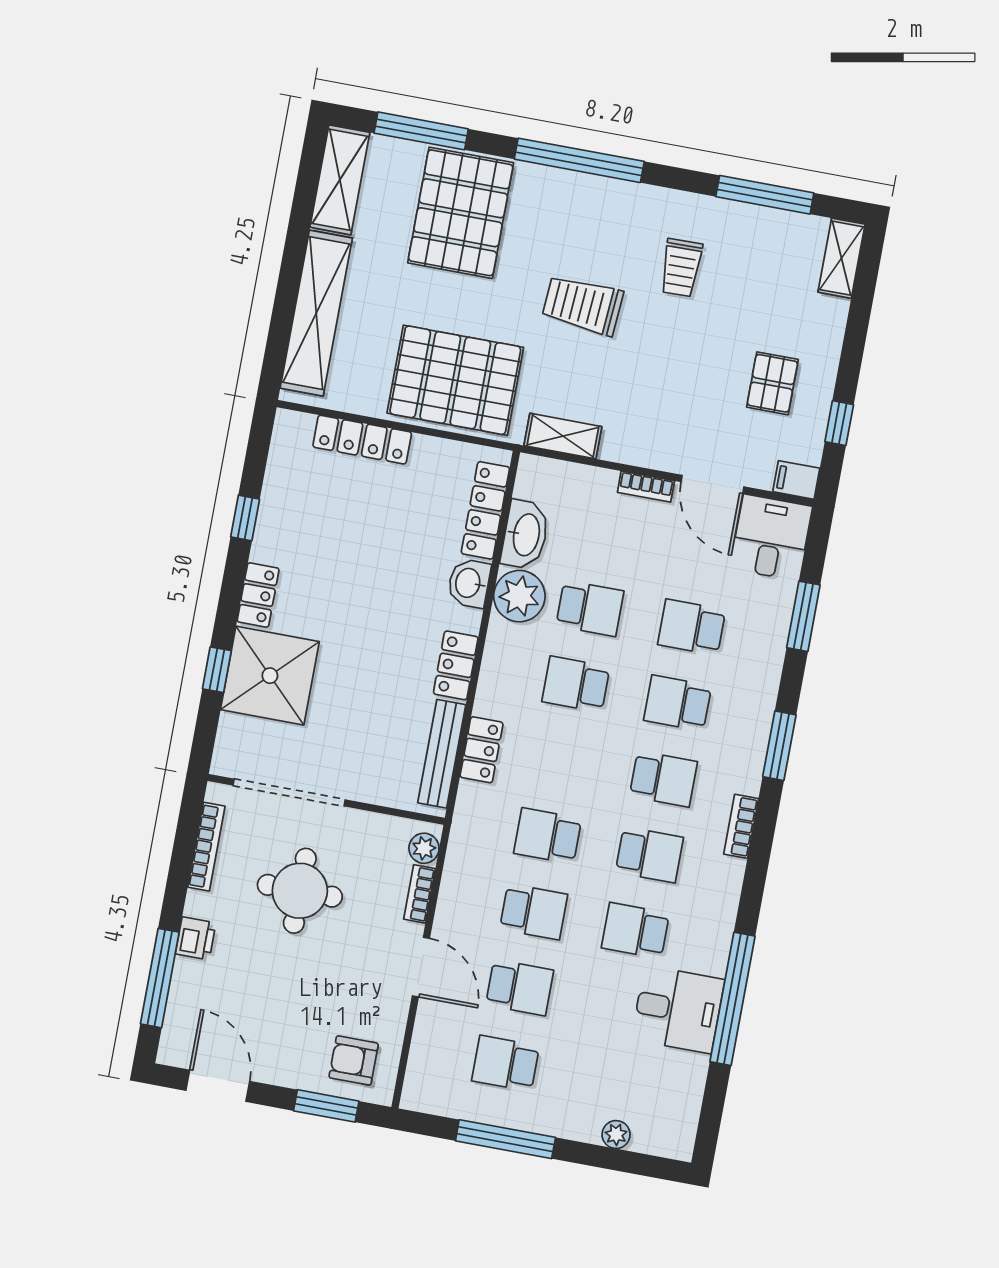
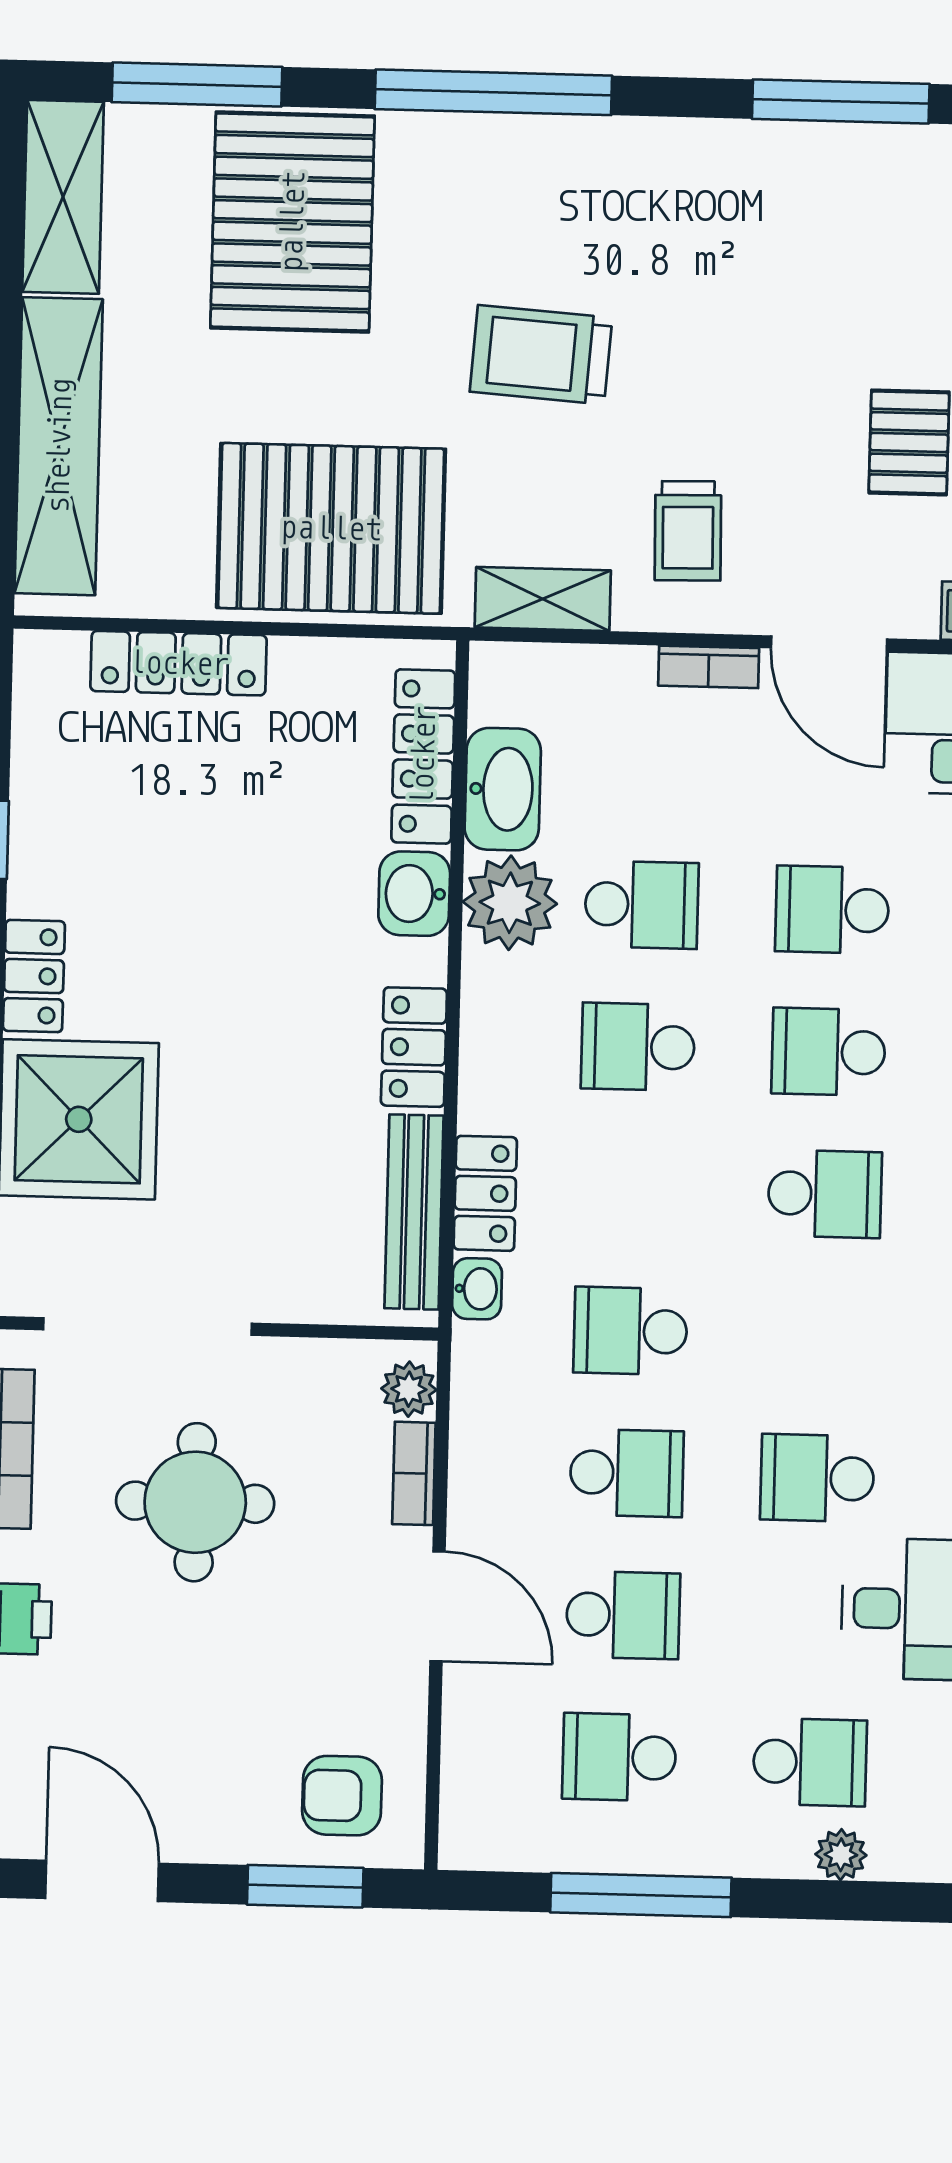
trolley: (681, 268) -> (688, 531), moved
washbasin: (469, 800) -> (477, 1289), added
school desk: (649, 855) -> (810, 1762), moved

